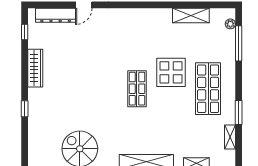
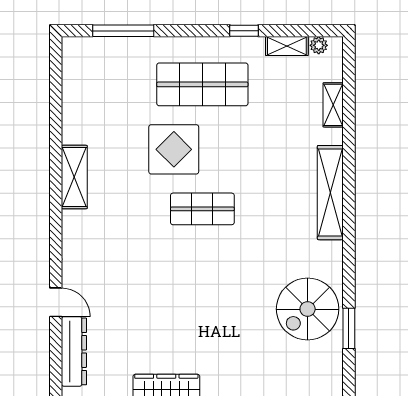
shelving: (191, 16) -> (74, 177), moved
plant: (230, 24) -> (319, 45), moved
window: (239, 112) -> (244, 31), width x0.67

